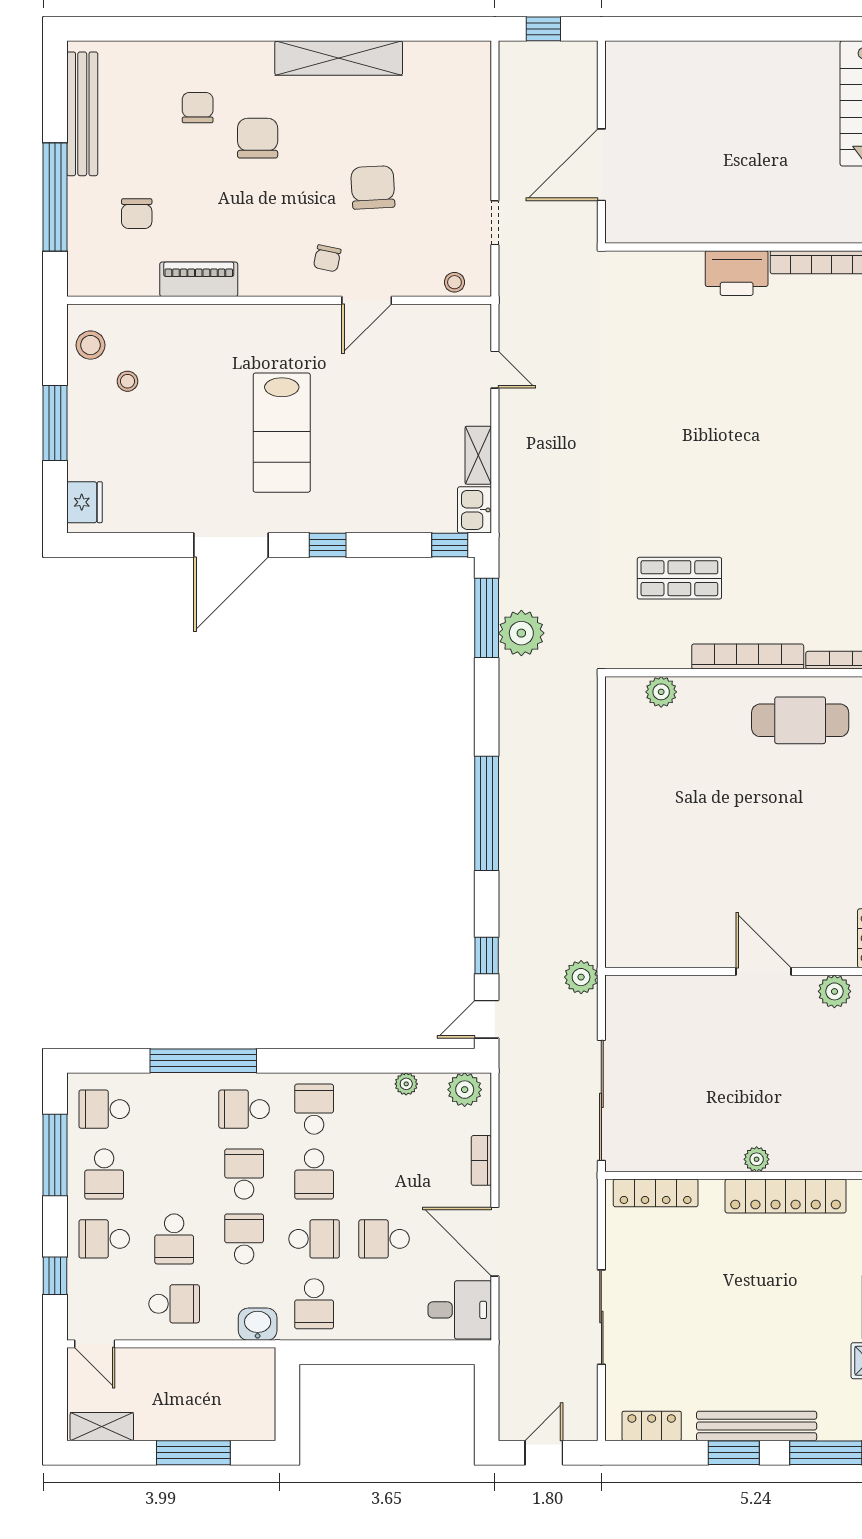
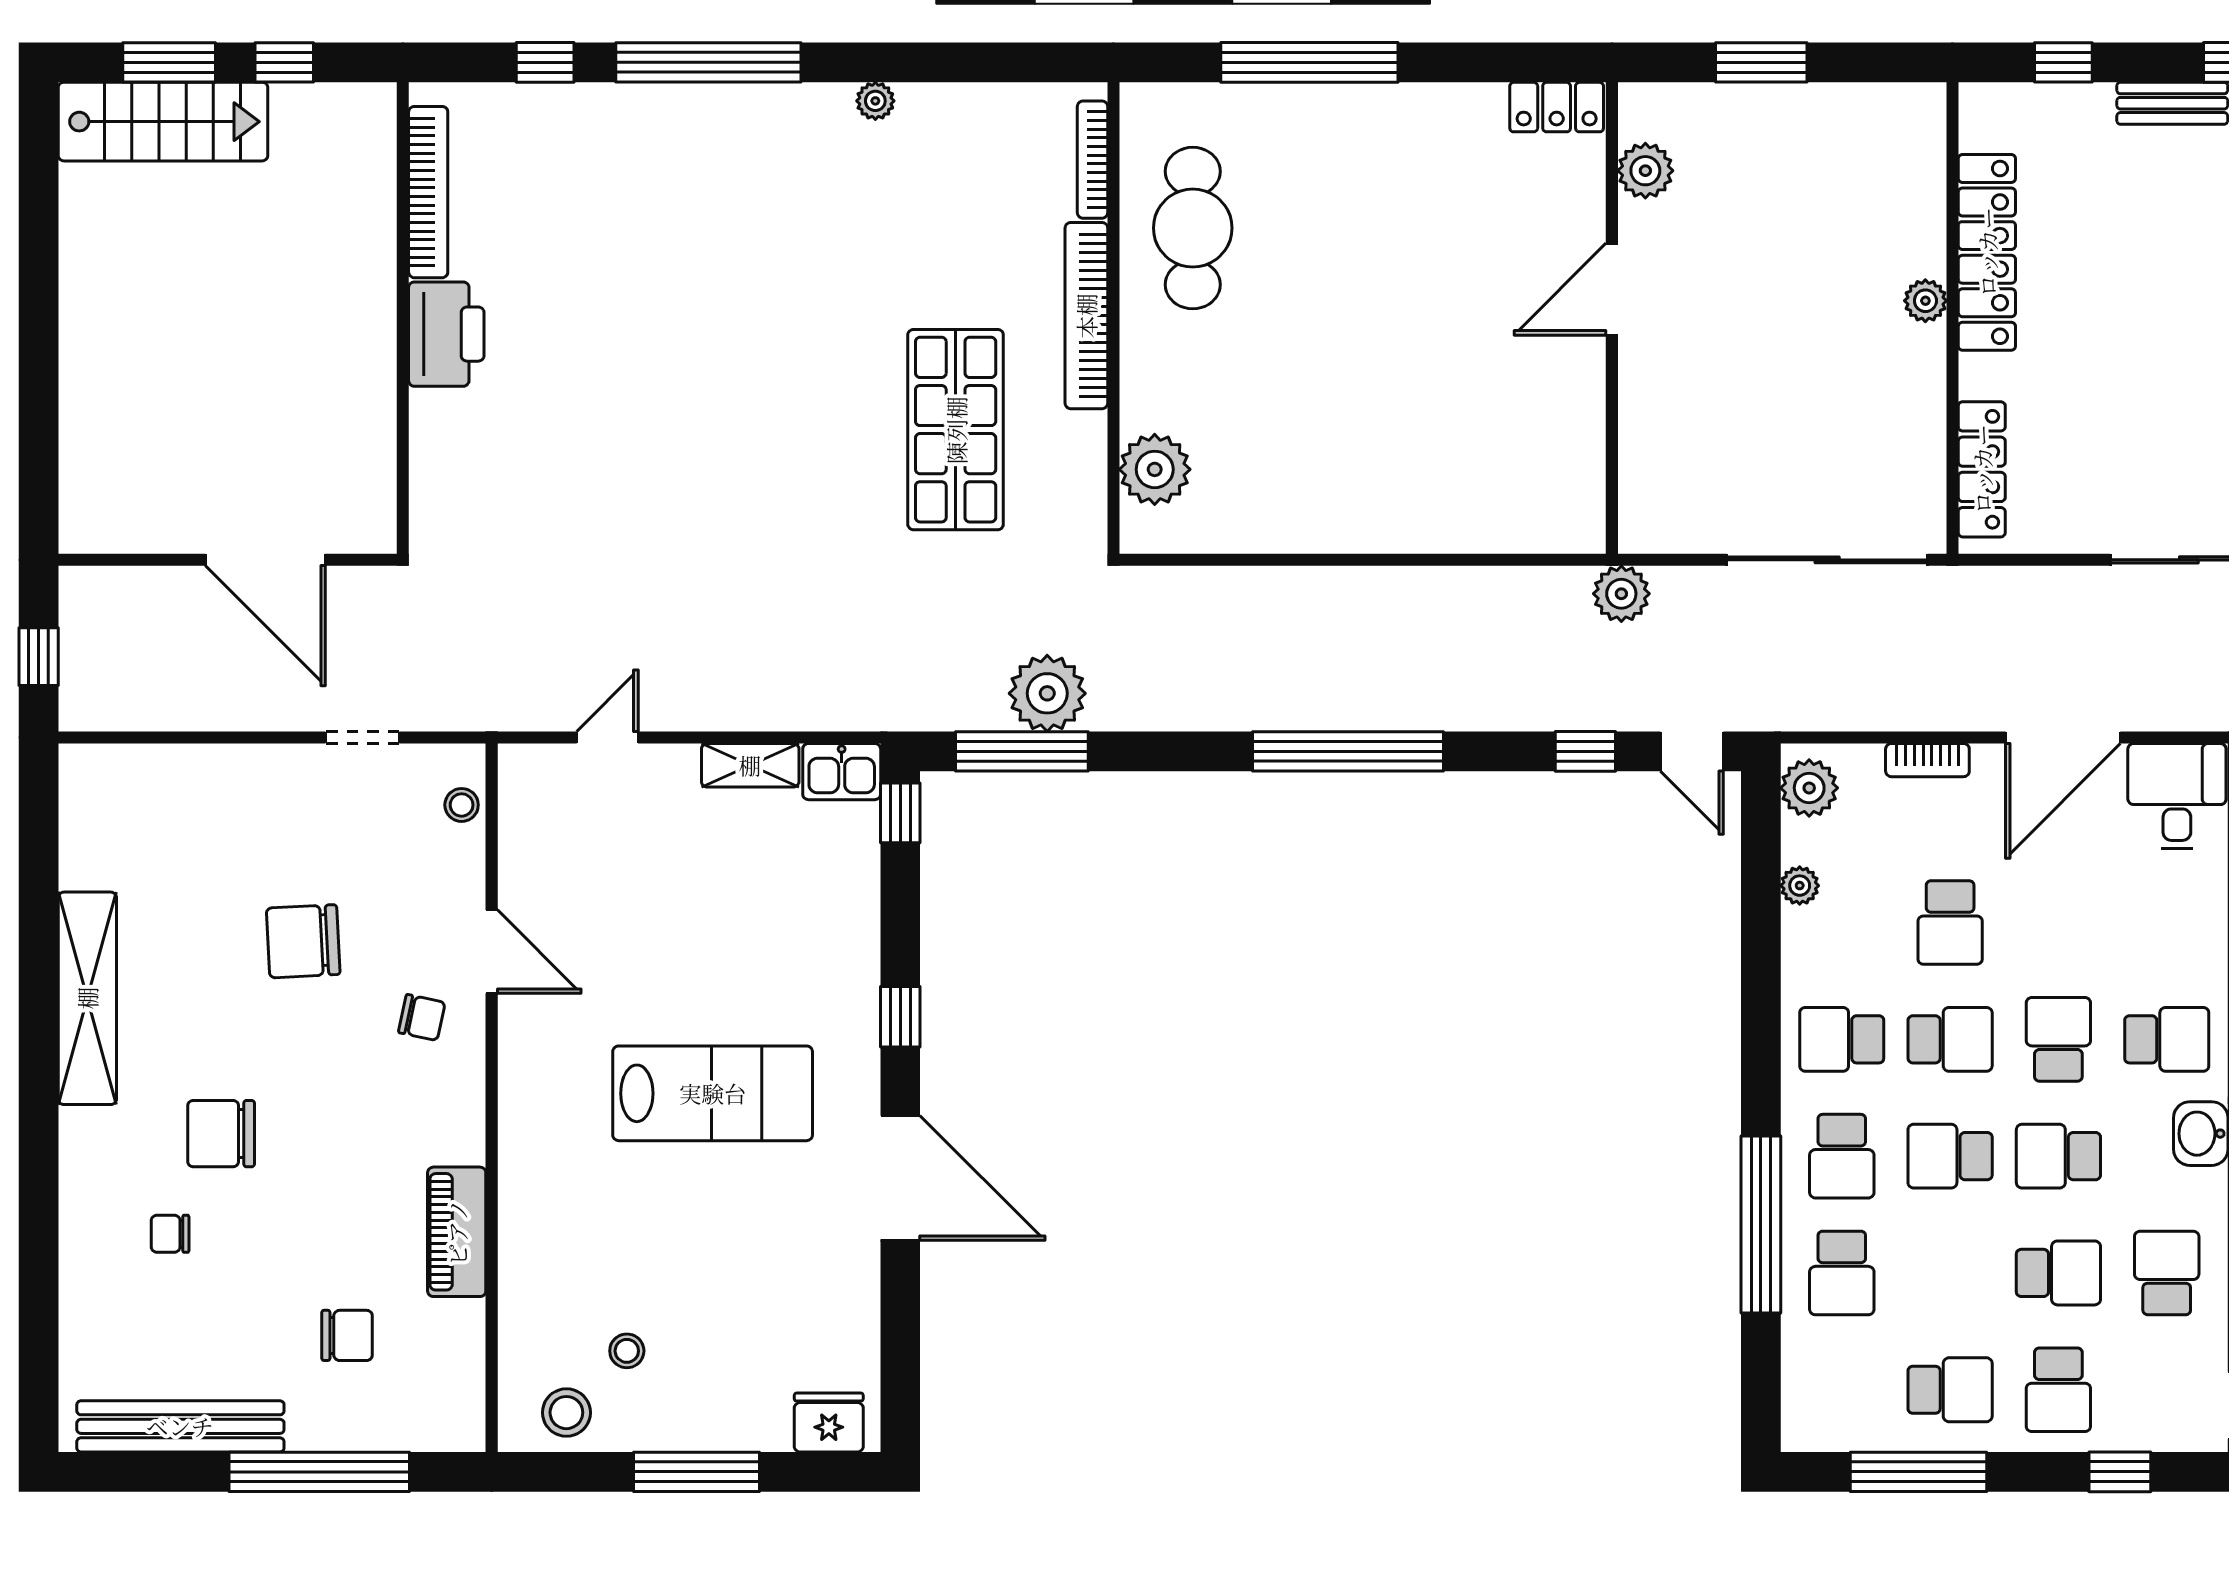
chair: (198, 108) -> (170, 1234), width x0.73, depth x0.73
shop shelf: (679, 578) -> (956, 430), width x1.43, depth x1.36
plant: (661, 692) -> (1155, 469), width x1.36, depth x1.36
school desk: (104, 1109) -> (1842, 1273), moved
school desk: (384, 1239) -> (1950, 923), moved

